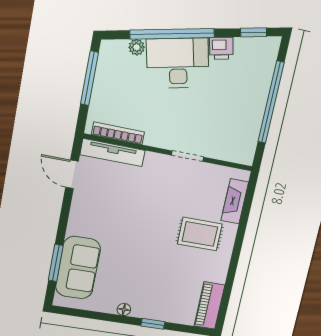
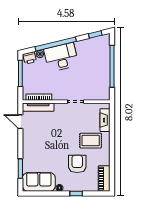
printer: (221, 48) -> (30, 58), moved
sofa: (78, 268) -> (39, 182), moved, turned -90
armchair: (166, 272) -> (77, 164), added

